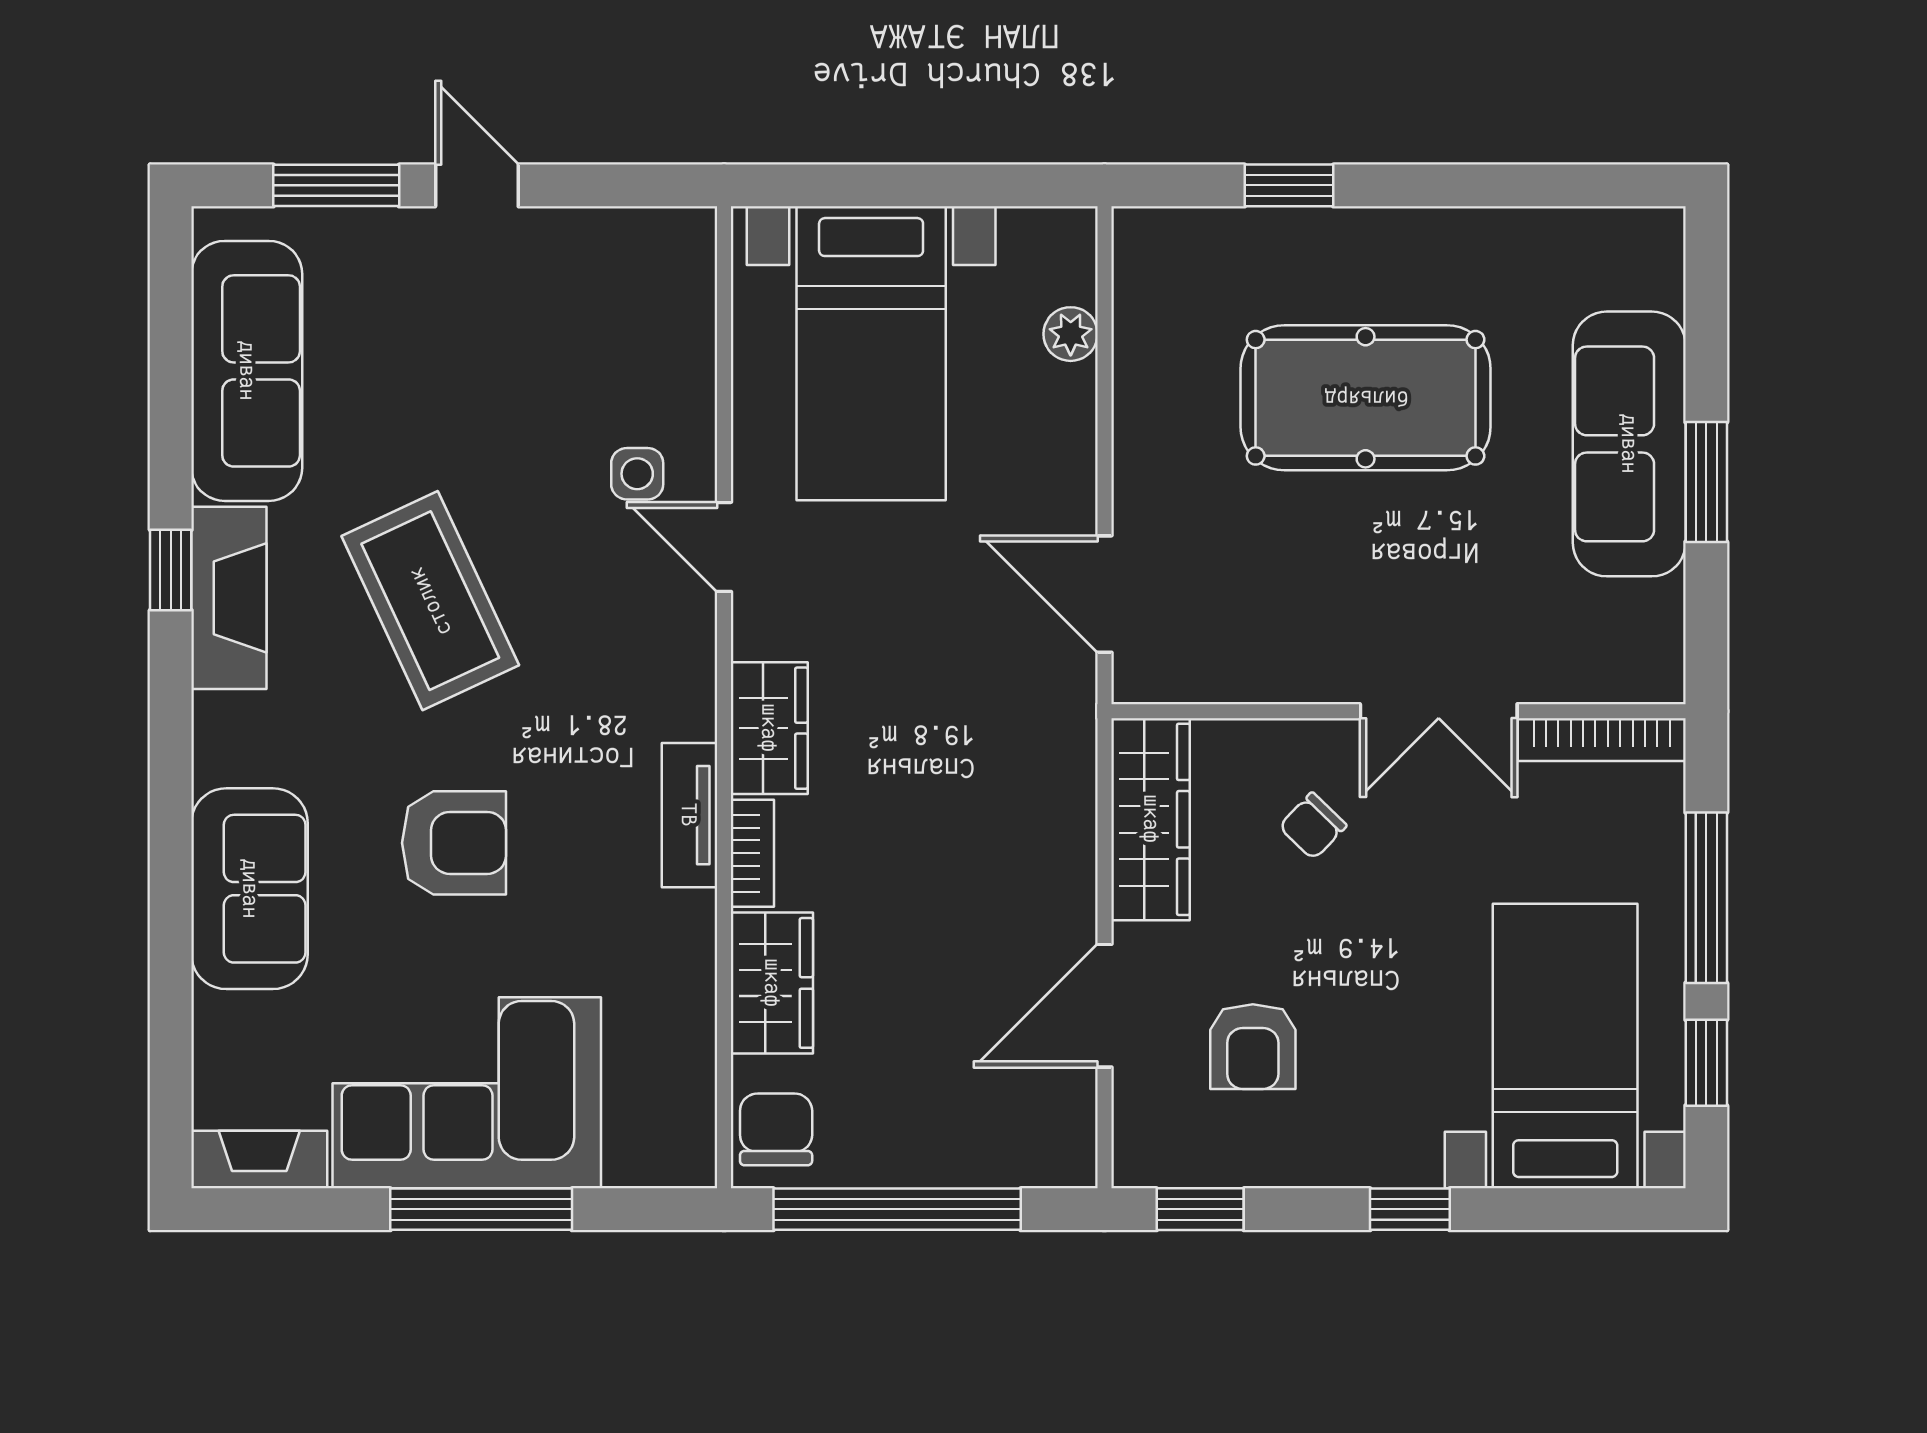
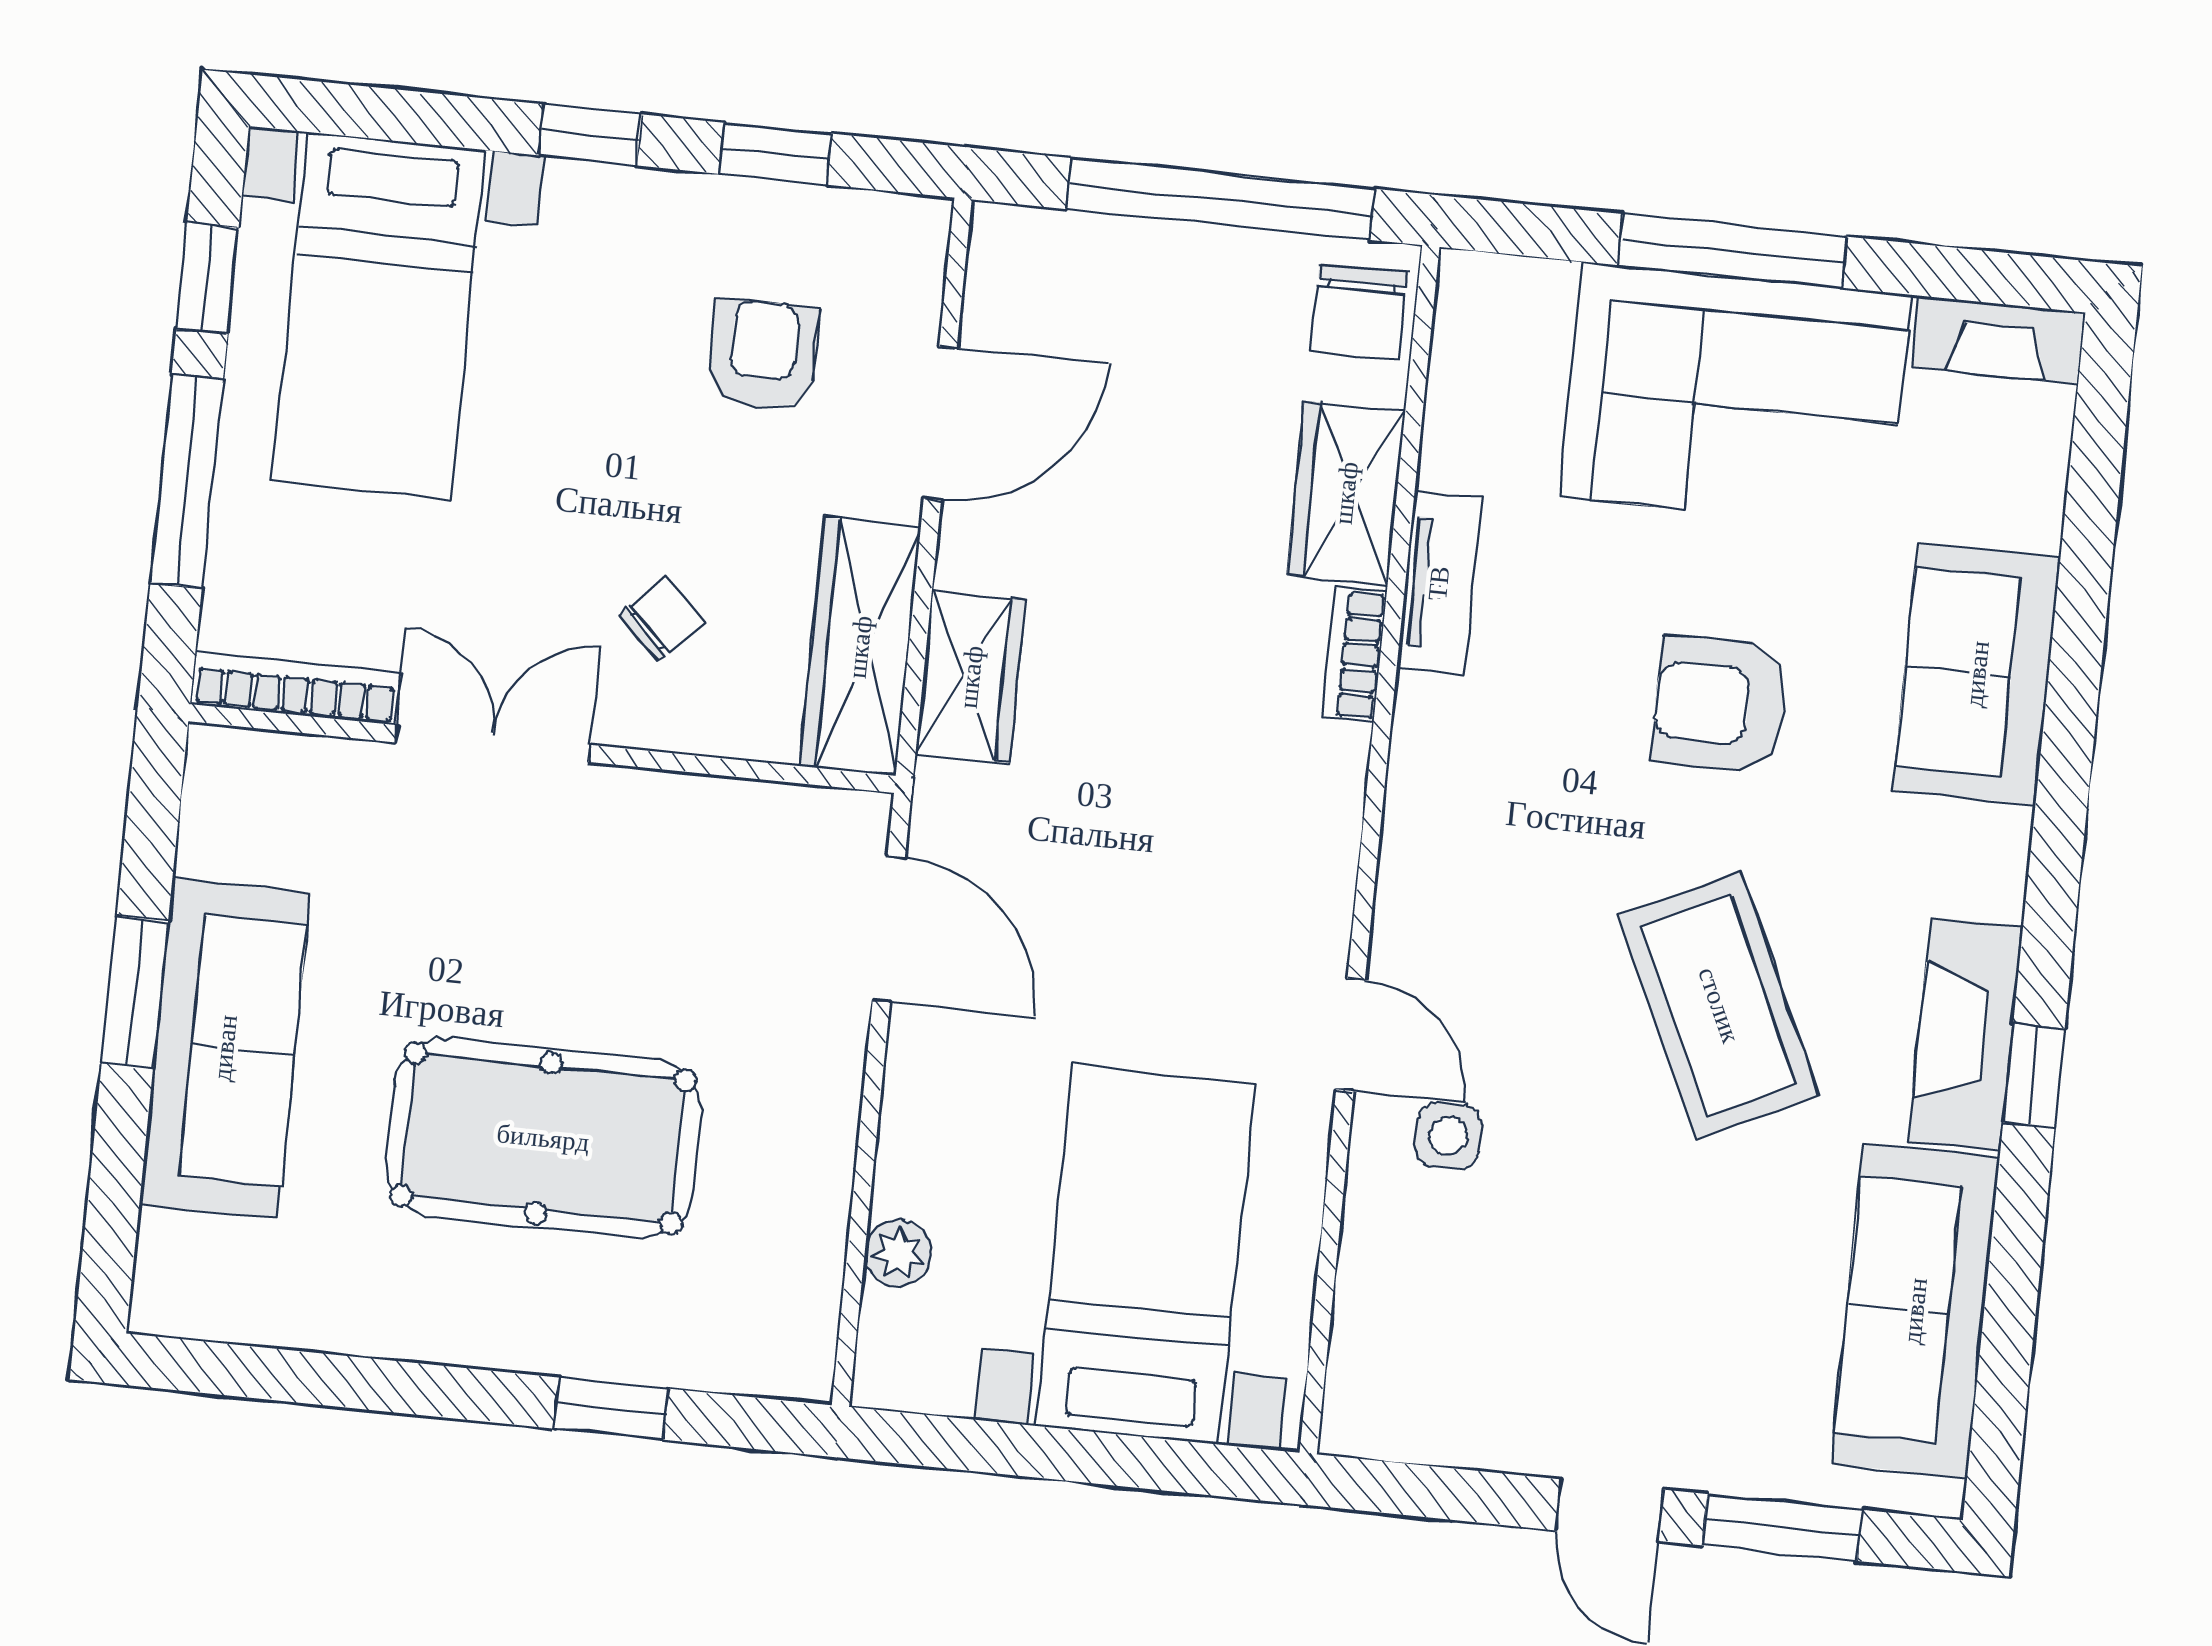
wardrobe: (769, 728) -> (971, 677), moved, turned 180
tv unit: (689, 815) -> (1439, 583), moved
window: (1200, 1209) -> (775, 154), moved

